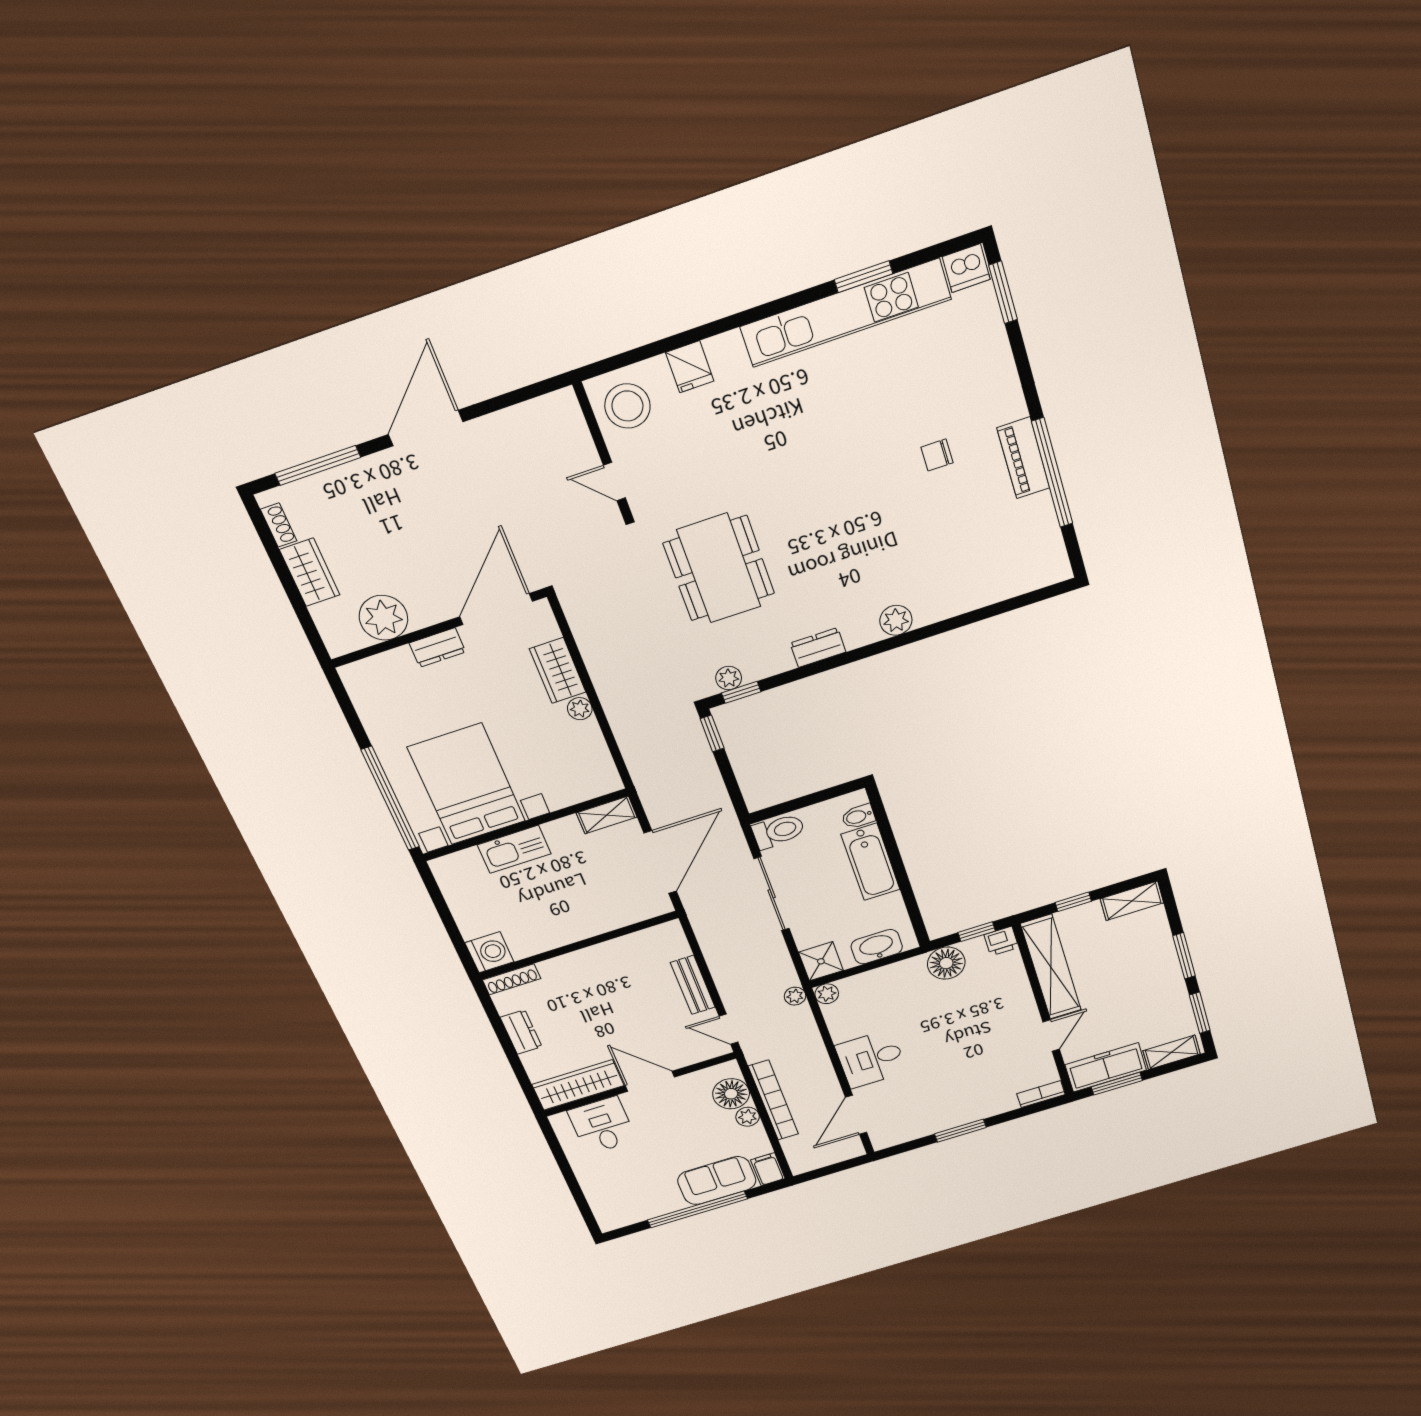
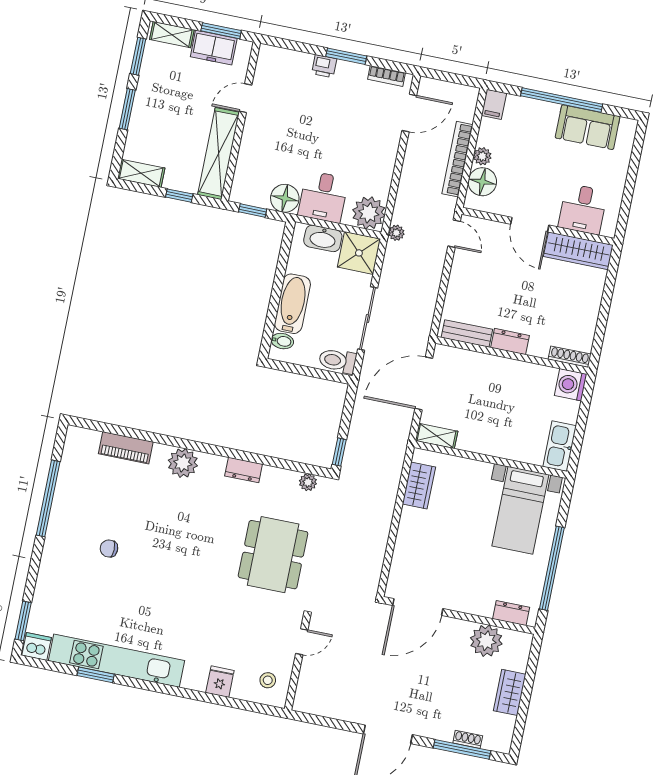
stool: (627, 406) -> (268, 680), width x0.53, depth x0.53
chair: (937, 455) -> (109, 548), turned 180
piano: (1023, 458) -> (126, 448), moved, turned 90
door: (614, 482) -> (302, 642), hinge flipped
shoe rack: (279, 525) -> (468, 739), moved, turned 90
plant: (896, 620) -> (183, 463), width x1.36, depth x1.36
dresser: (437, 648) -> (511, 613), moved
wardrobe: (558, 671) -> (419, 485), moved
window: (741, 692) -> (306, 468), removed
plant: (580, 709) -> (409, 516), removed
bed with nightstands: (467, 784) -> (520, 510), width x0.73
window: (390, 799) -> (552, 568), moved
kitchen sink: (514, 849) -> (560, 446), moved, turned -90
printer: (1001, 941) -> (324, 66), moved, turned 180
shower: (821, 961) -> (359, 253), width x1.36, depth x1.36
bench: (693, 985) -> (467, 333), moved, turned 90
plant: (827, 994) -> (369, 213), width x1.87, depth x1.87
dresser: (521, 1032) -> (510, 342), moved, turned 90
desk: (871, 1059) -> (323, 197), moved, turned 90
freezer: (1106, 1067) -> (214, 48), width x0.71
bookcase: (1041, 1094) -> (386, 76), moved
sofa: (717, 1181) -> (588, 127), moved

